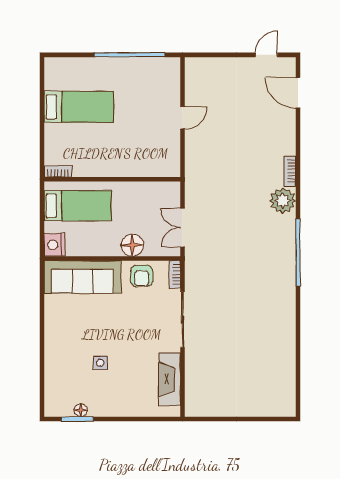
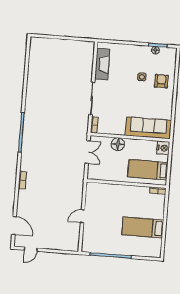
plant: (283, 201) -> (28, 163), removed
armchair: (142, 276) -> (161, 81), moved

